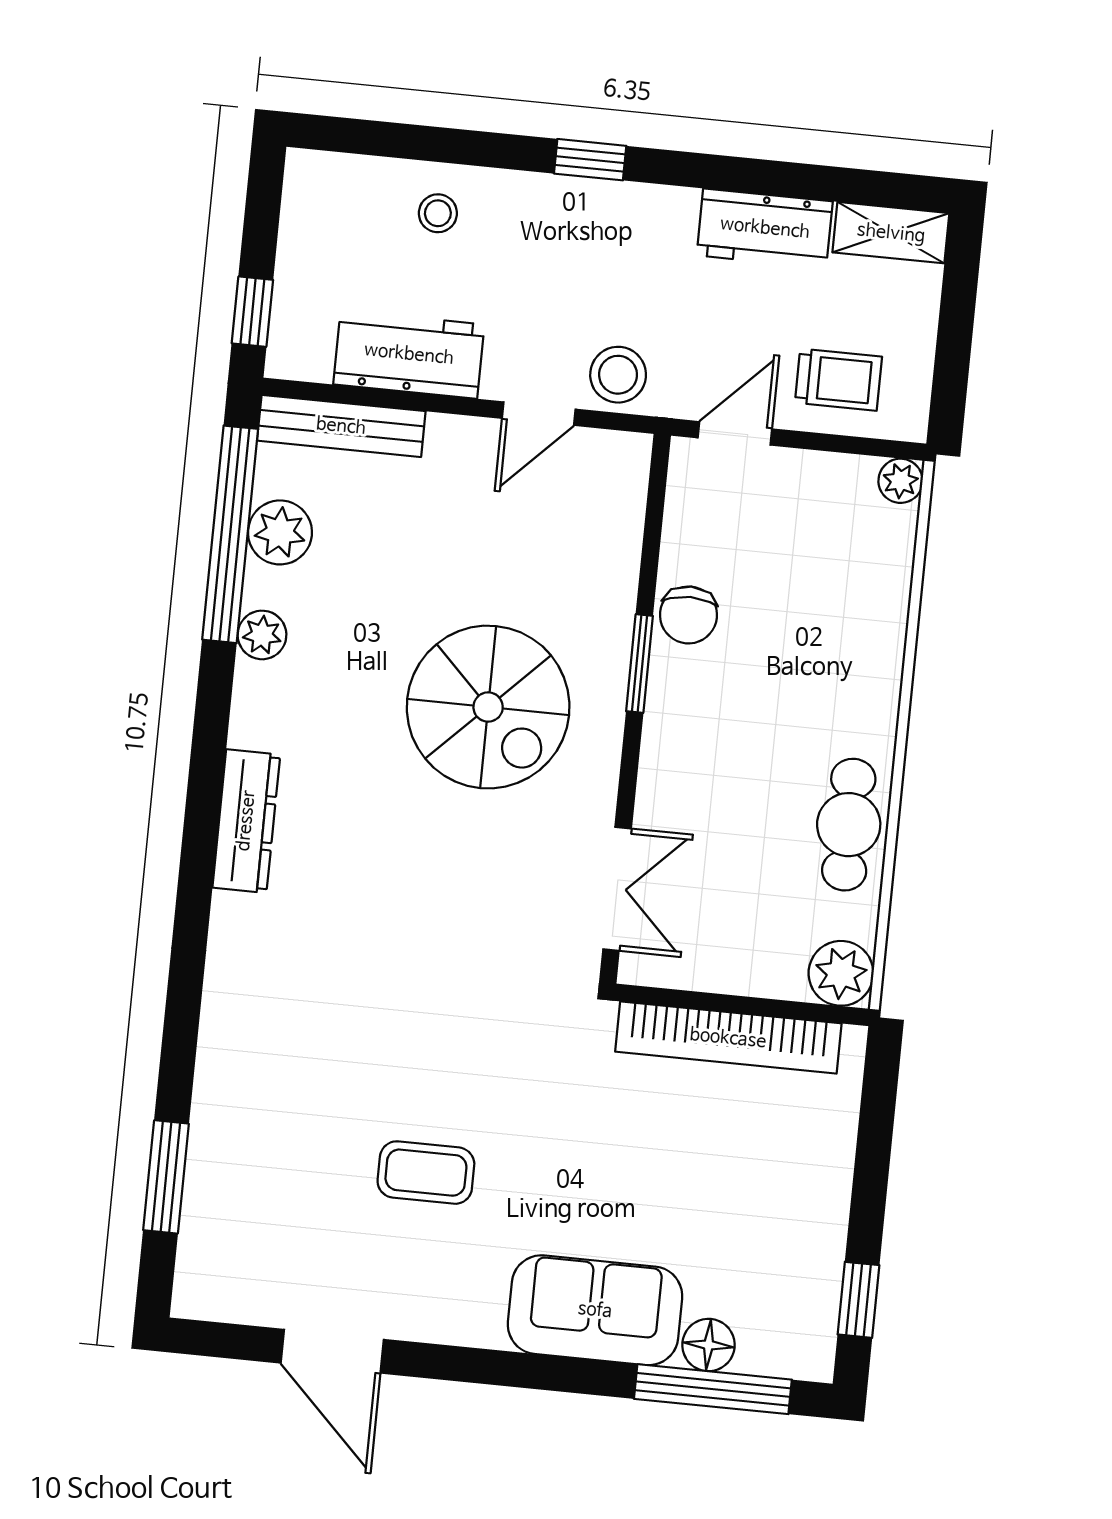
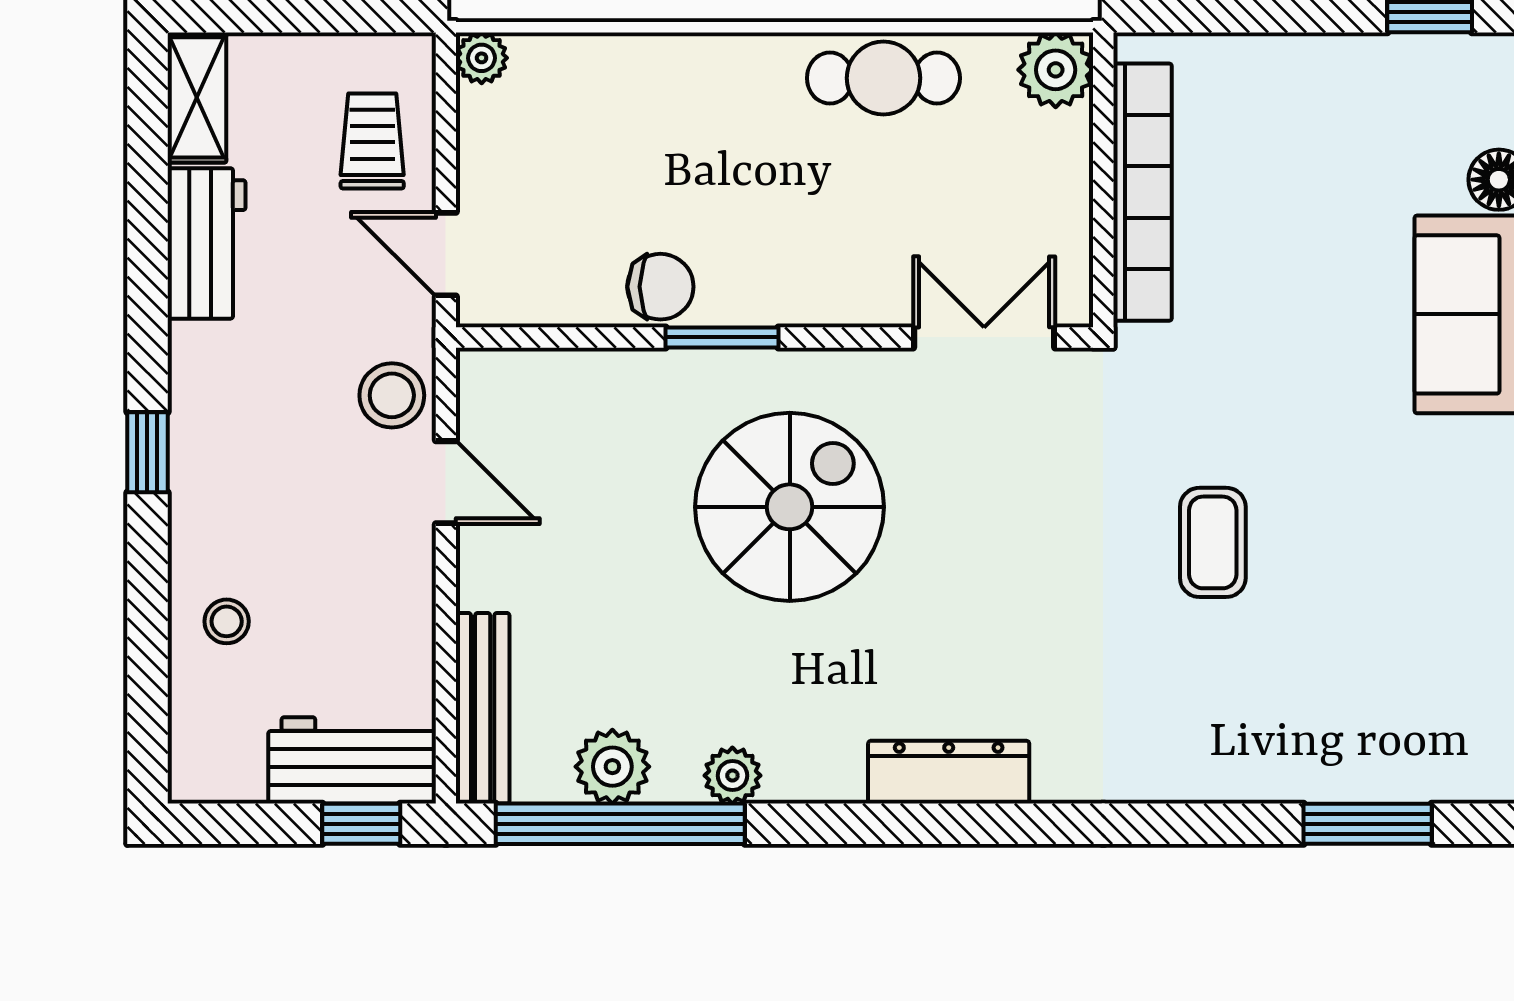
workbench: (409, 354) -> (352, 760), moved, turned 90
coffee table: (426, 1173) -> (1213, 542), moved

